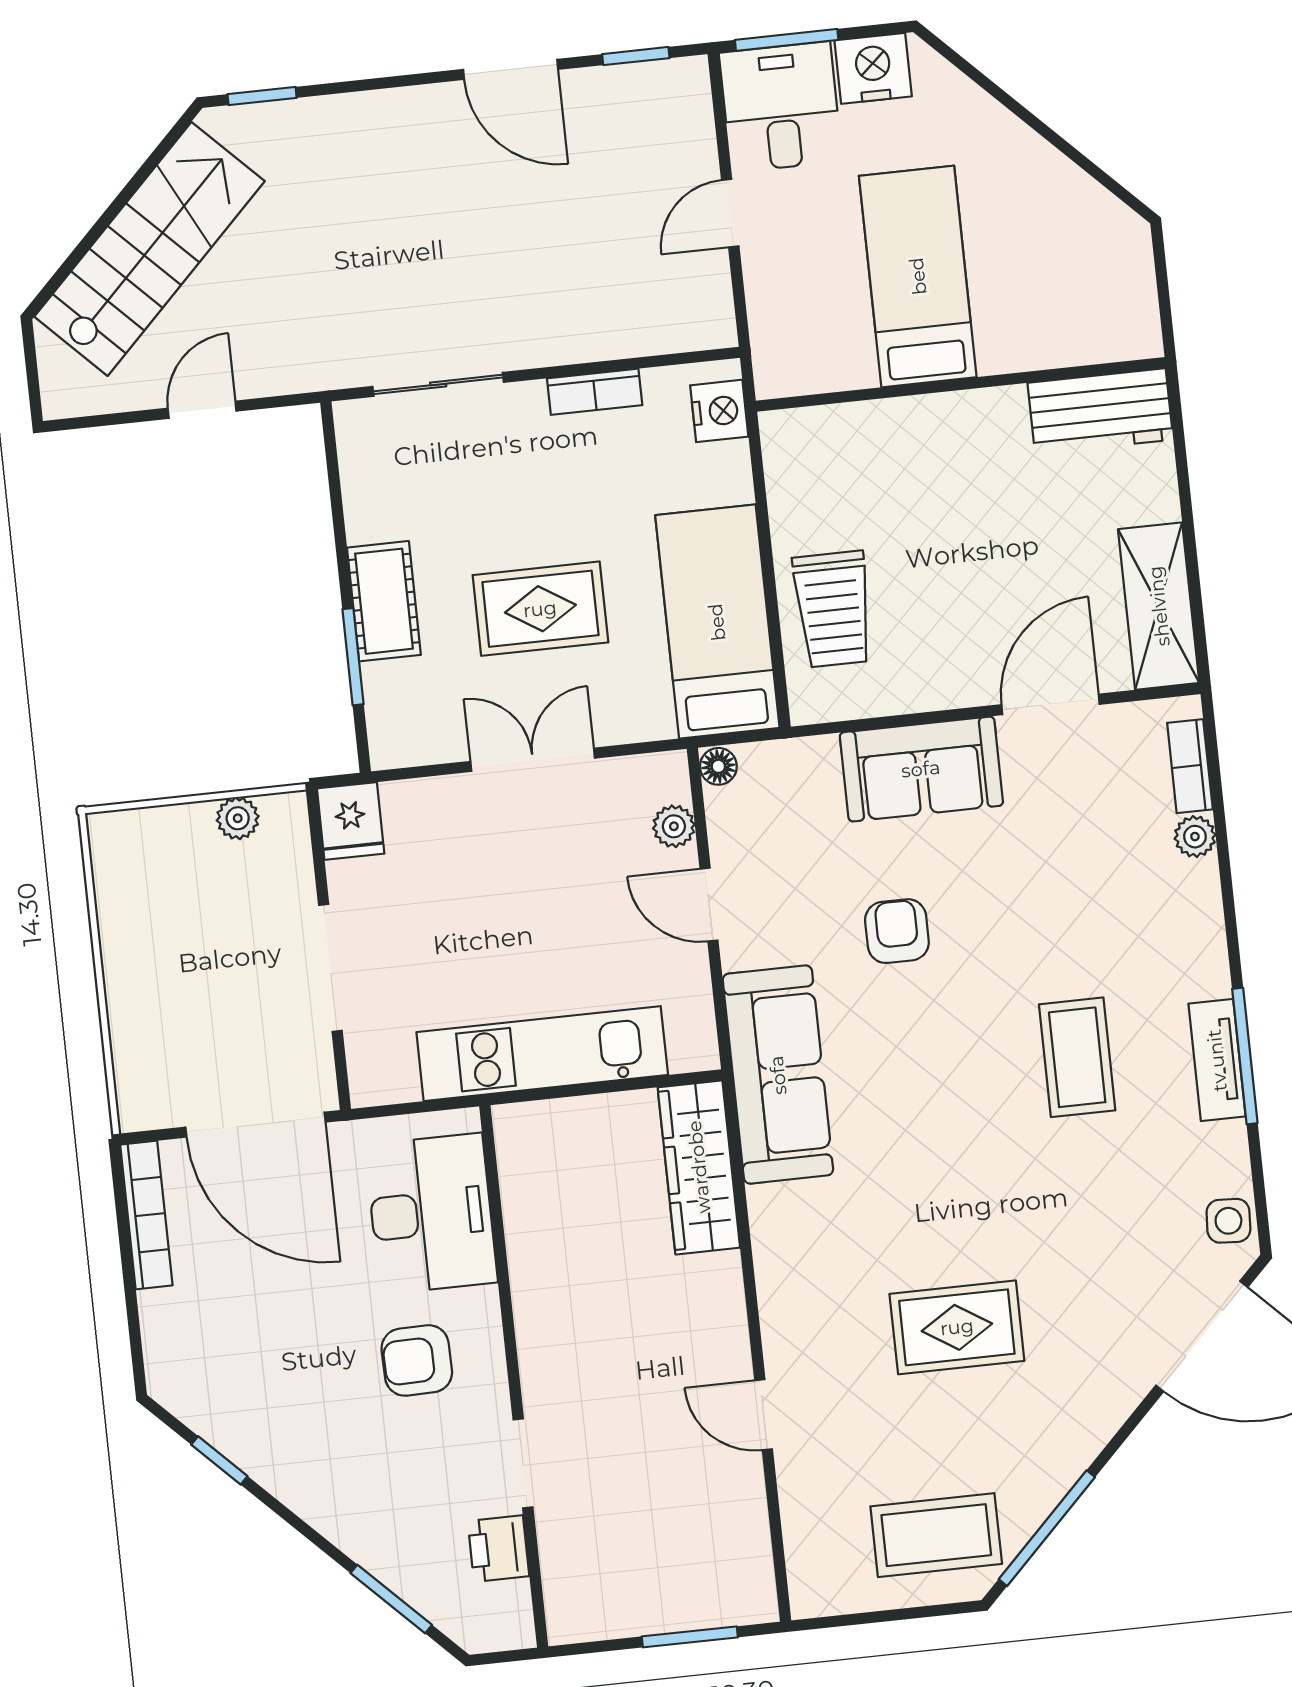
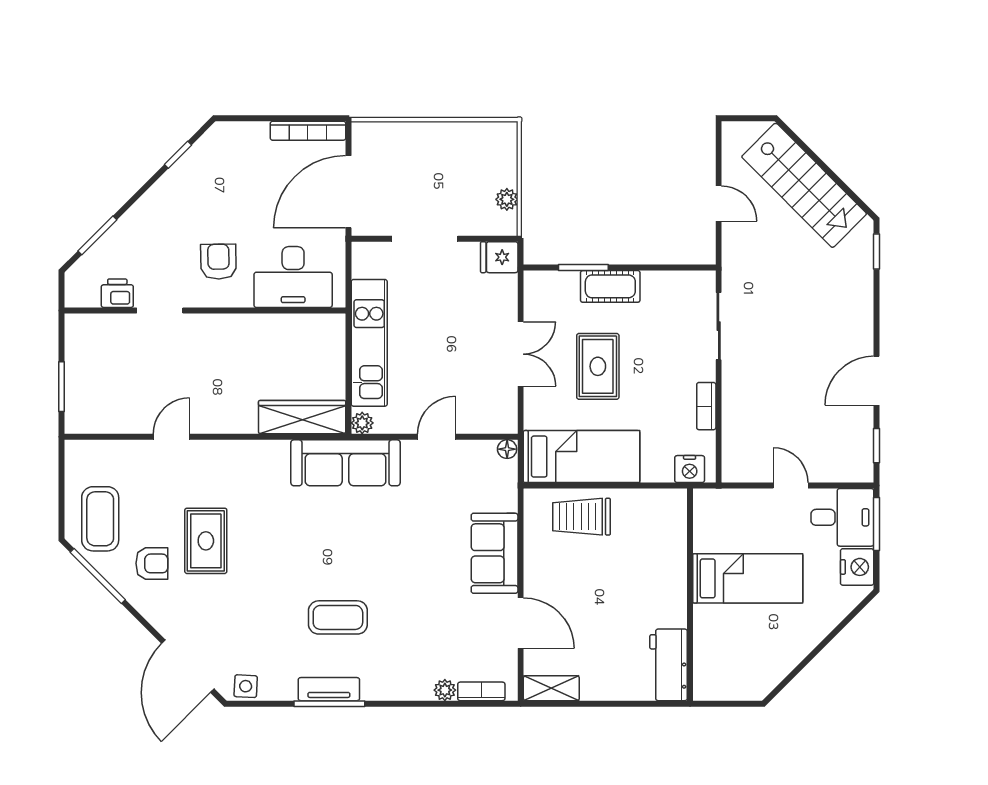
shelving: (1159, 606) -> (551, 688), width x0.67, depth x0.75
plant: (674, 826) -> (362, 423), moved
armchair: (897, 931) -> (152, 563), moved

